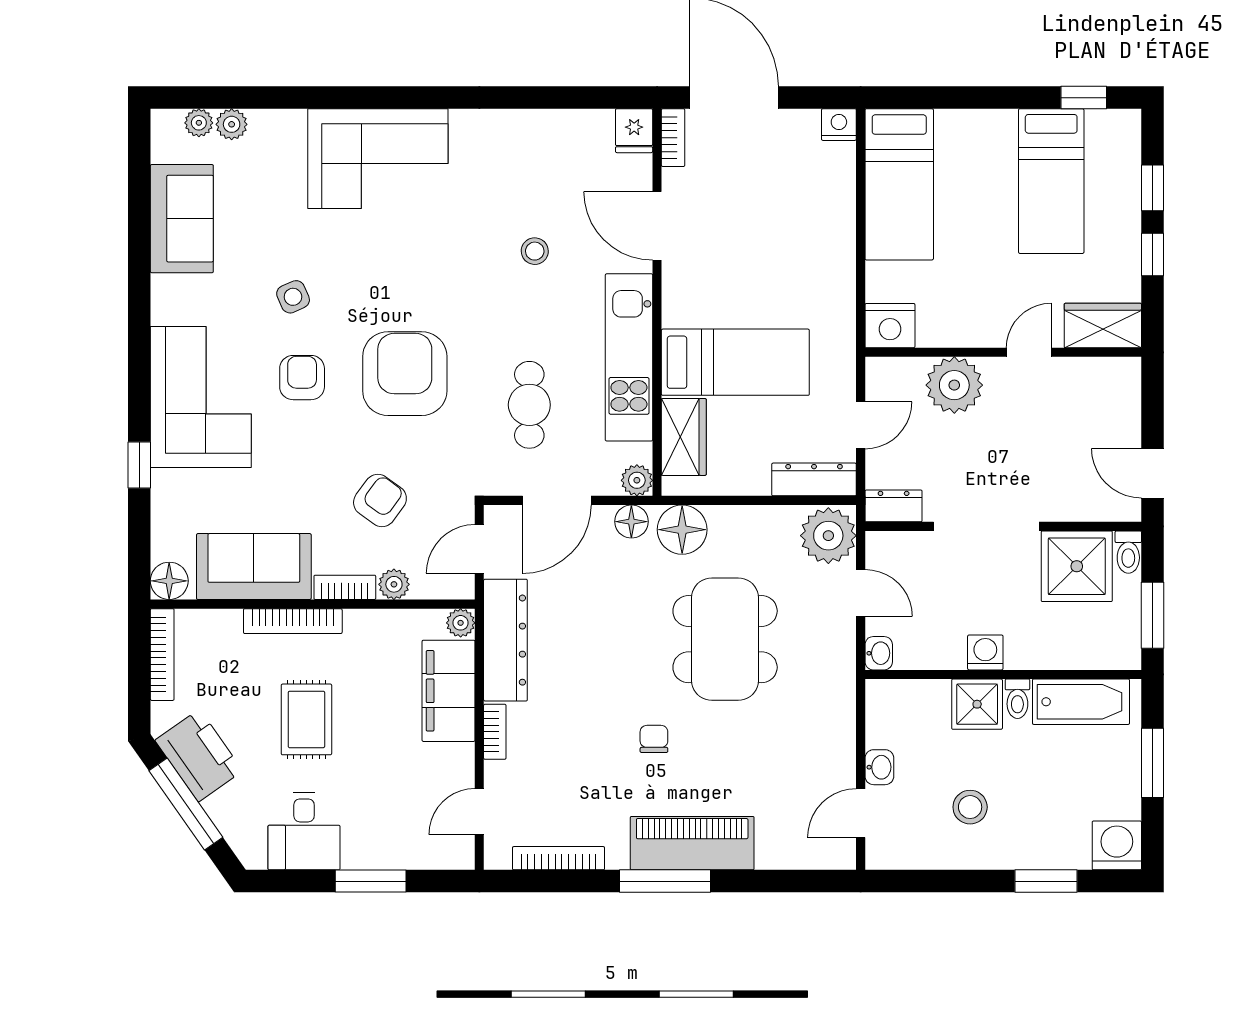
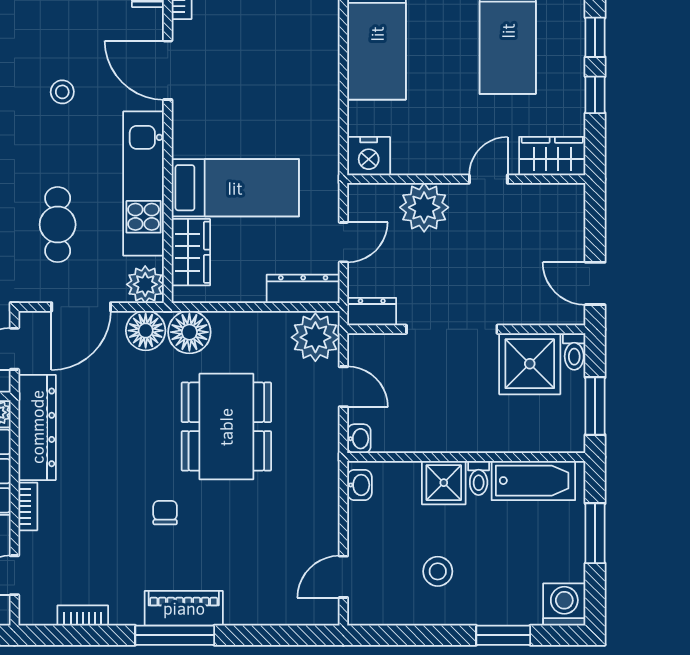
plant: (637, 480) -> (145, 284), width x1.38, depth x1.38
floor lamp: (631, 522) -> (146, 331), width x1.38, depth x1.38
washing machine: (985, 652) -> (451, 438), removed
washbasin: (879, 767) -> (359, 485), moved
piano: (692, 843) -> (184, 608), width x0.73, depth x0.75
bookcase: (558, 858) -> (83, 616), width x0.64

